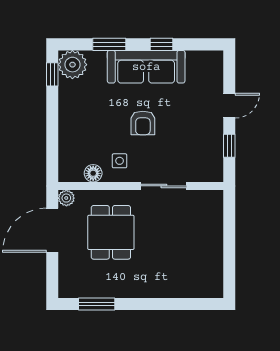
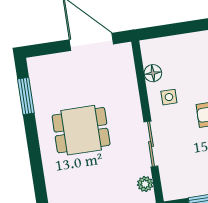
plant: (66, 198) -> (145, 184), moved
dining table: (111, 232) -> (81, 130), moved

